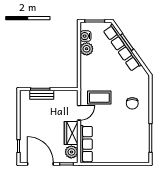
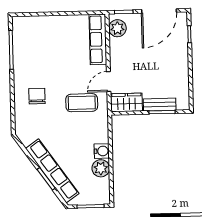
water cooler: (85, 36) -> (102, 151), moved
wardrobe: (71, 133) -> (127, 102), moved, turned -90
door: (40, 164) -> (159, 11), hinge flipped

